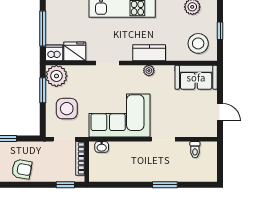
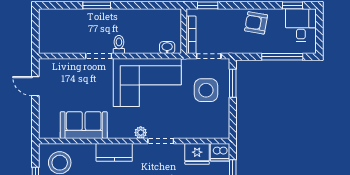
plant: (149, 71) -> (141, 133), moved
plant: (56, 76) -> (217, 127), removed
sofa: (196, 77) -> (84, 125), moved
window: (43, 90) -> (233, 83), moved
toilet: (195, 150) -> (119, 44), moved

